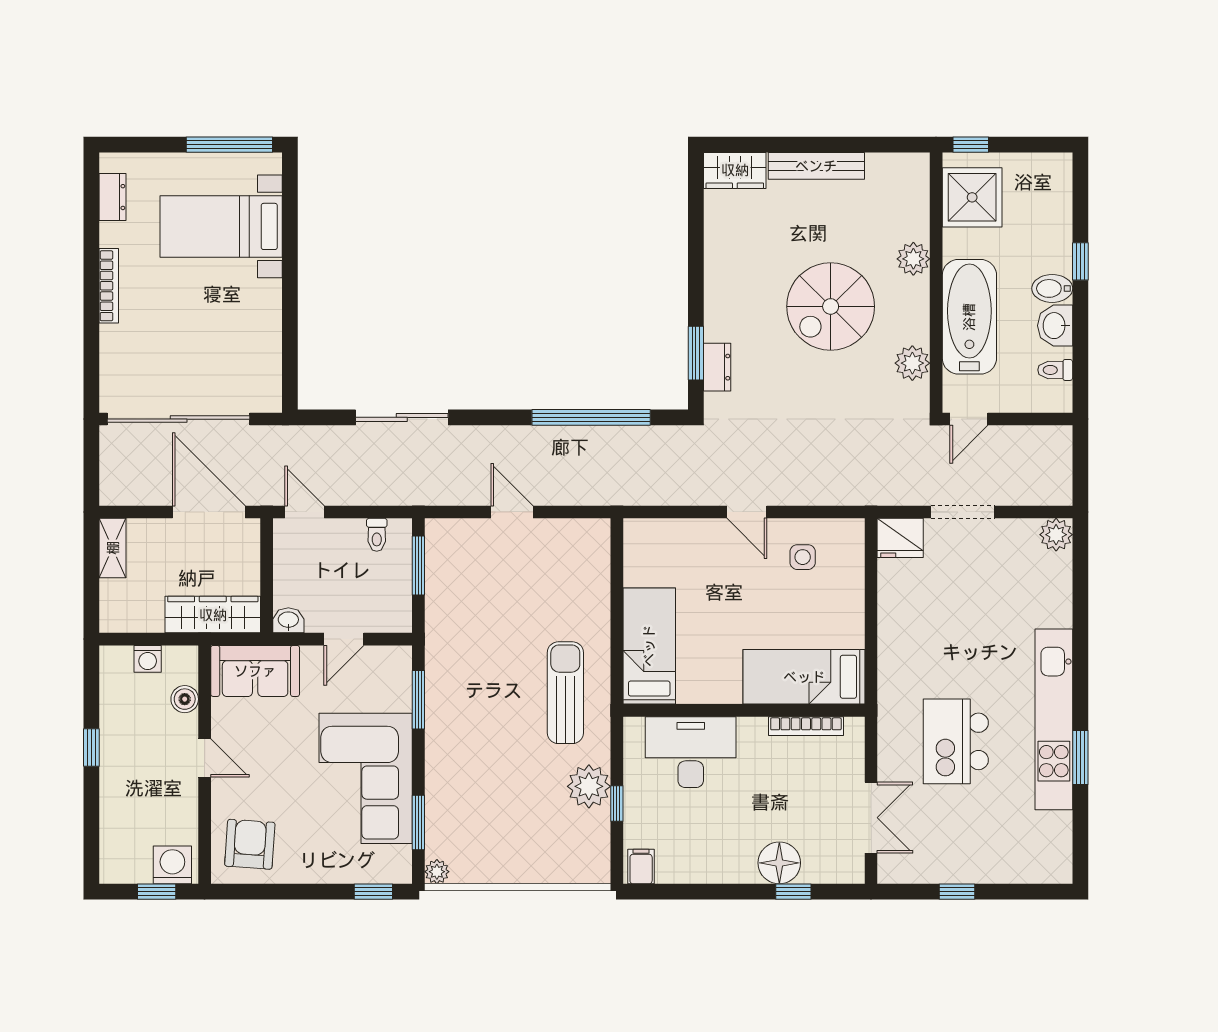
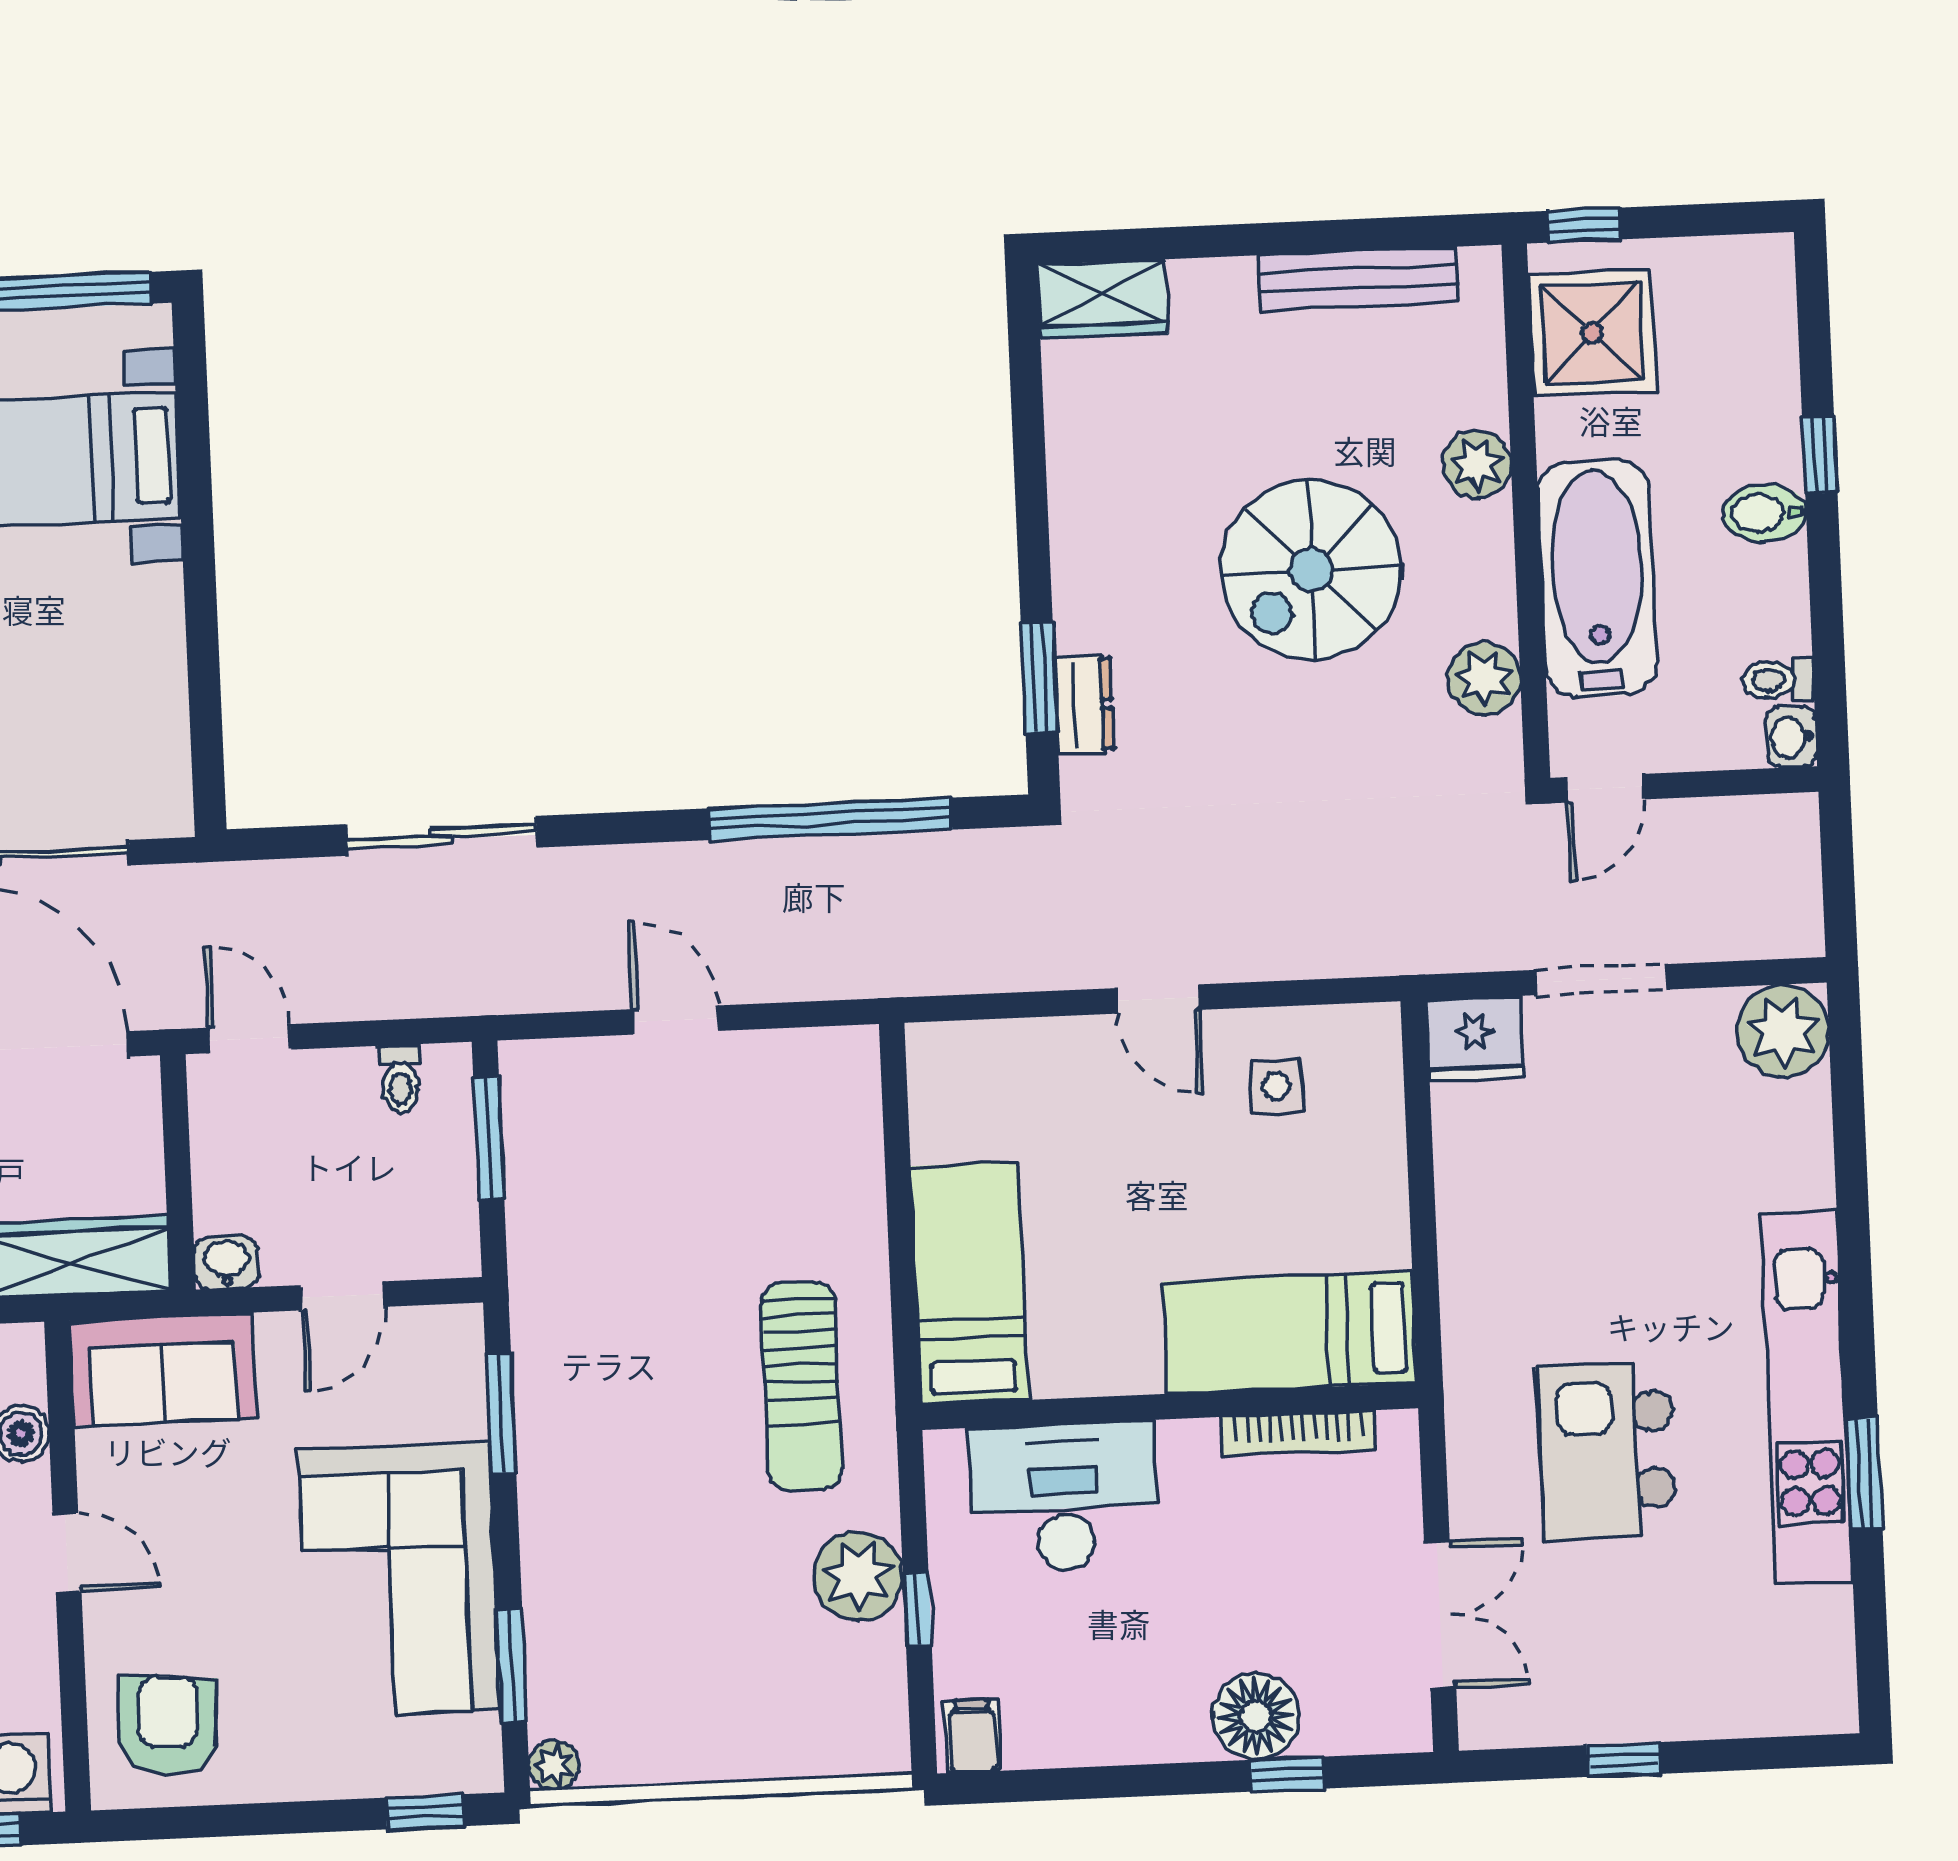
bench: (816, 166) -> (1358, 279), moved
washbasin: (1055, 326) -> (1791, 737), moved, width x0.72, depth x0.69
plant: (1056, 535) -> (1783, 1031), width x1.36, depth x1.36
sun lounger: (565, 693) -> (802, 1386), turned 180

